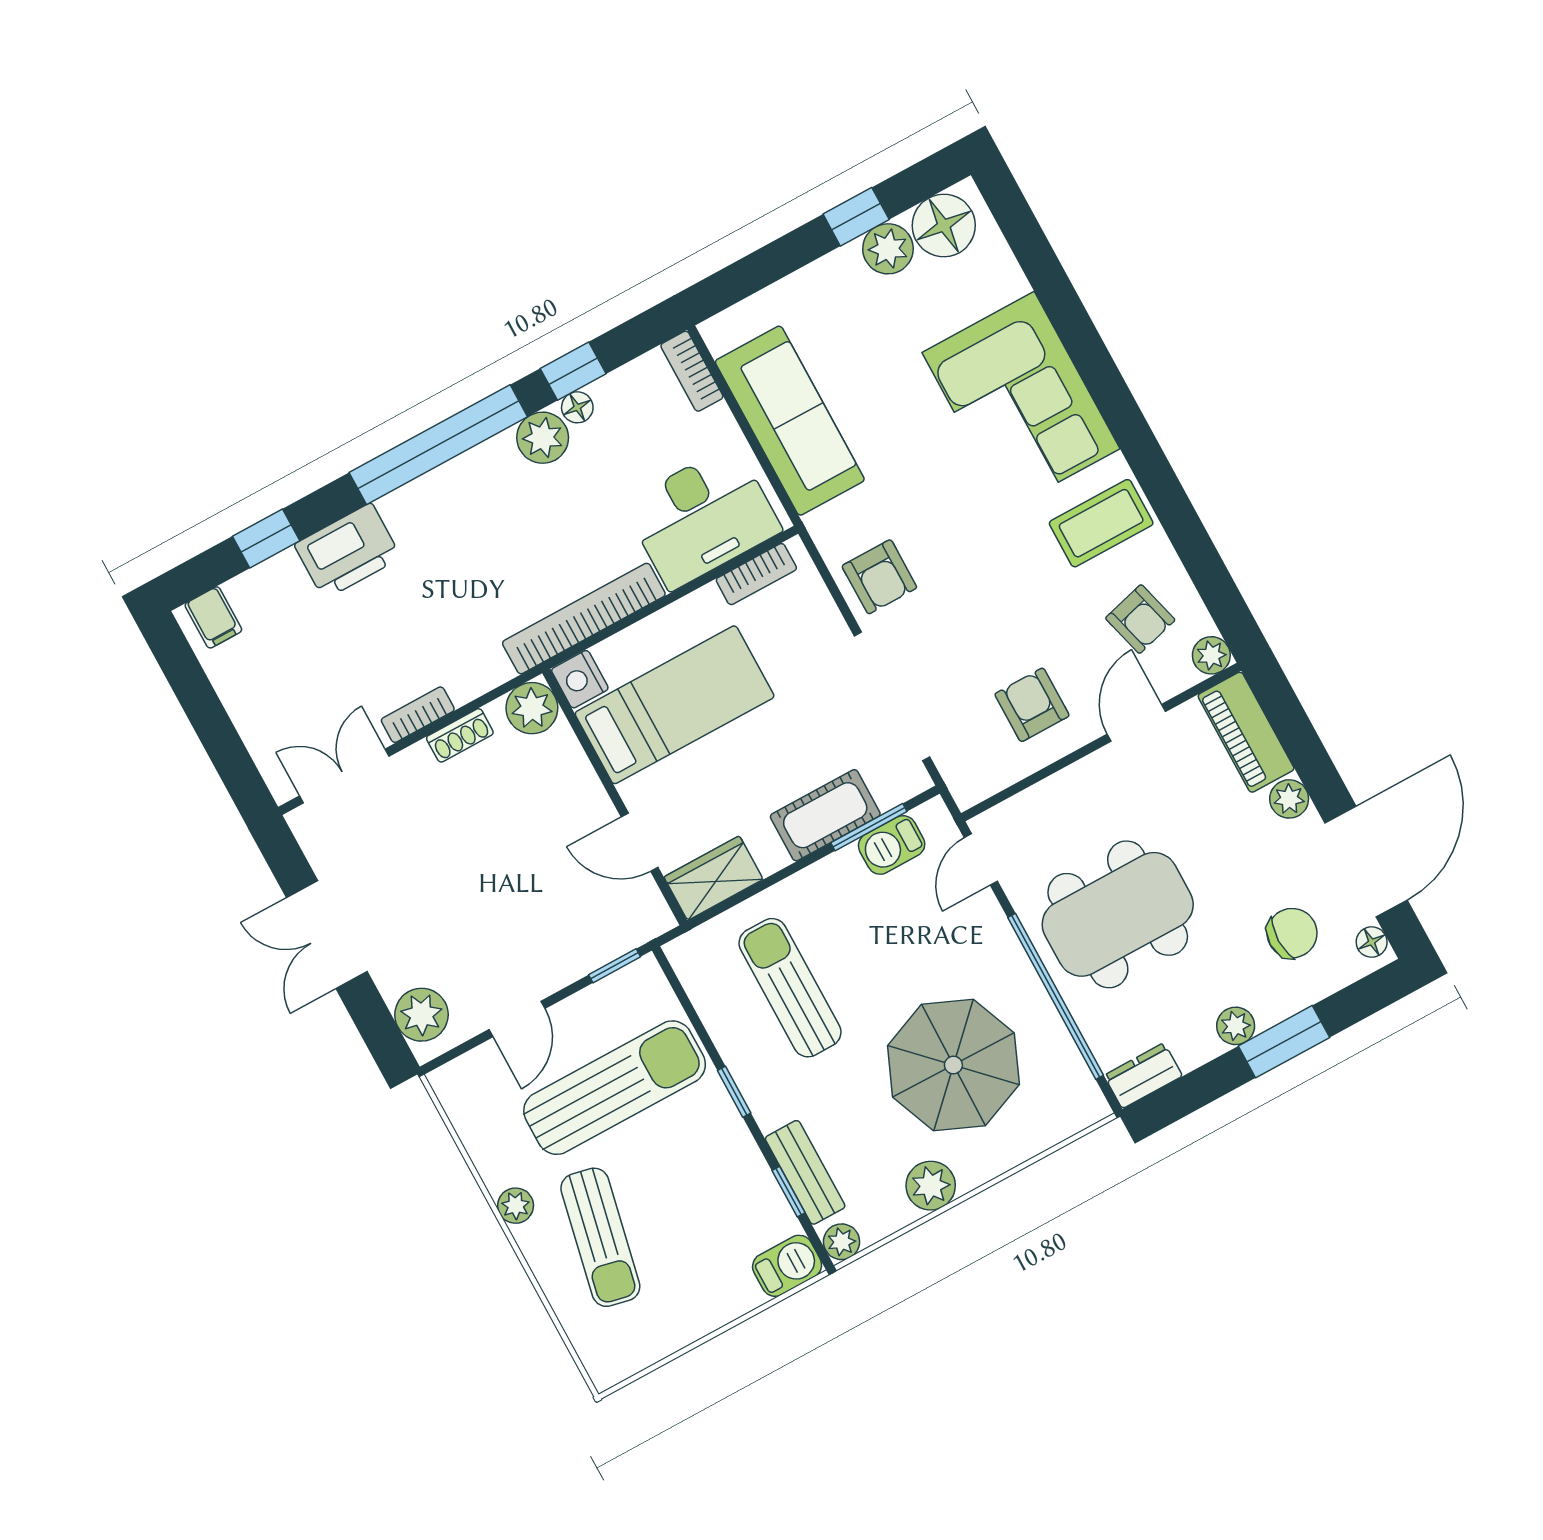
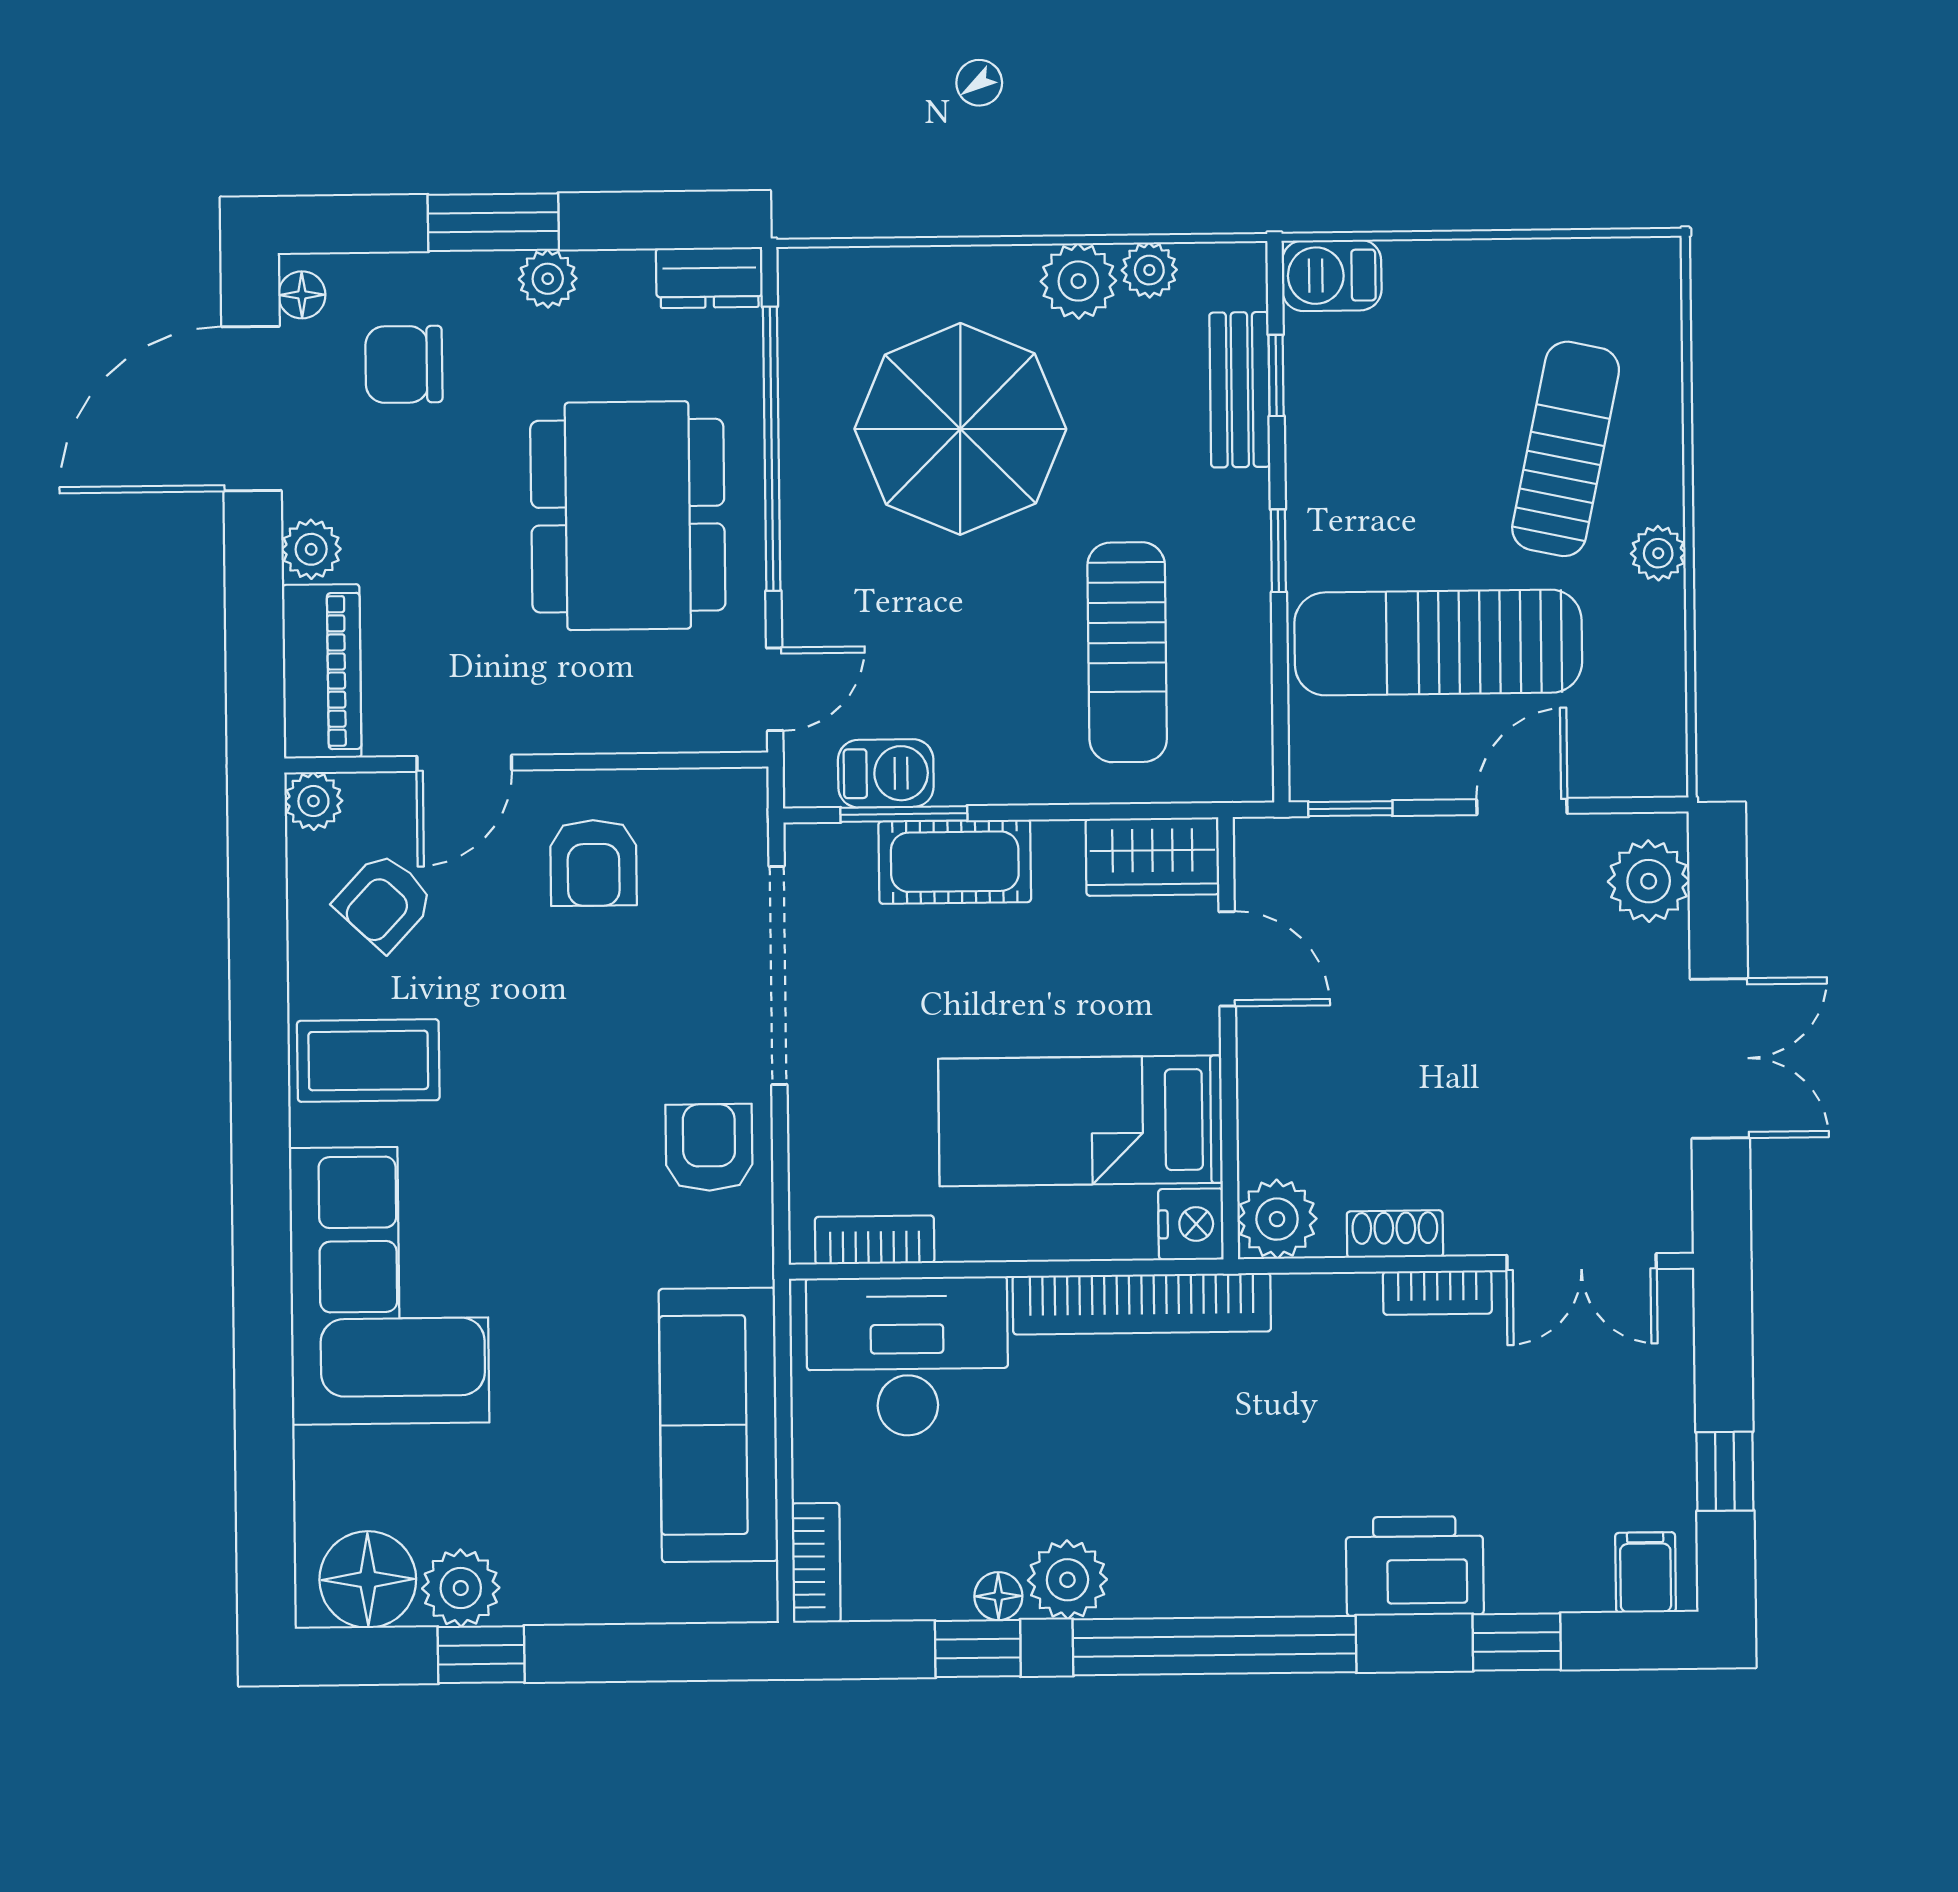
armchair: (1140, 619) -> (384, 902), turned -122
window: (199, 699) -> (1725, 1471), added
dining table: (1118, 914) -> (628, 516), turned 90
plant: (842, 1242) -> (1149, 270), moved

